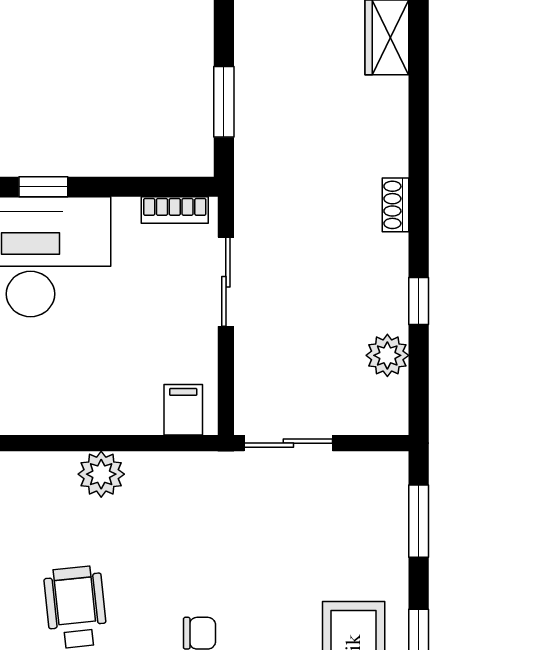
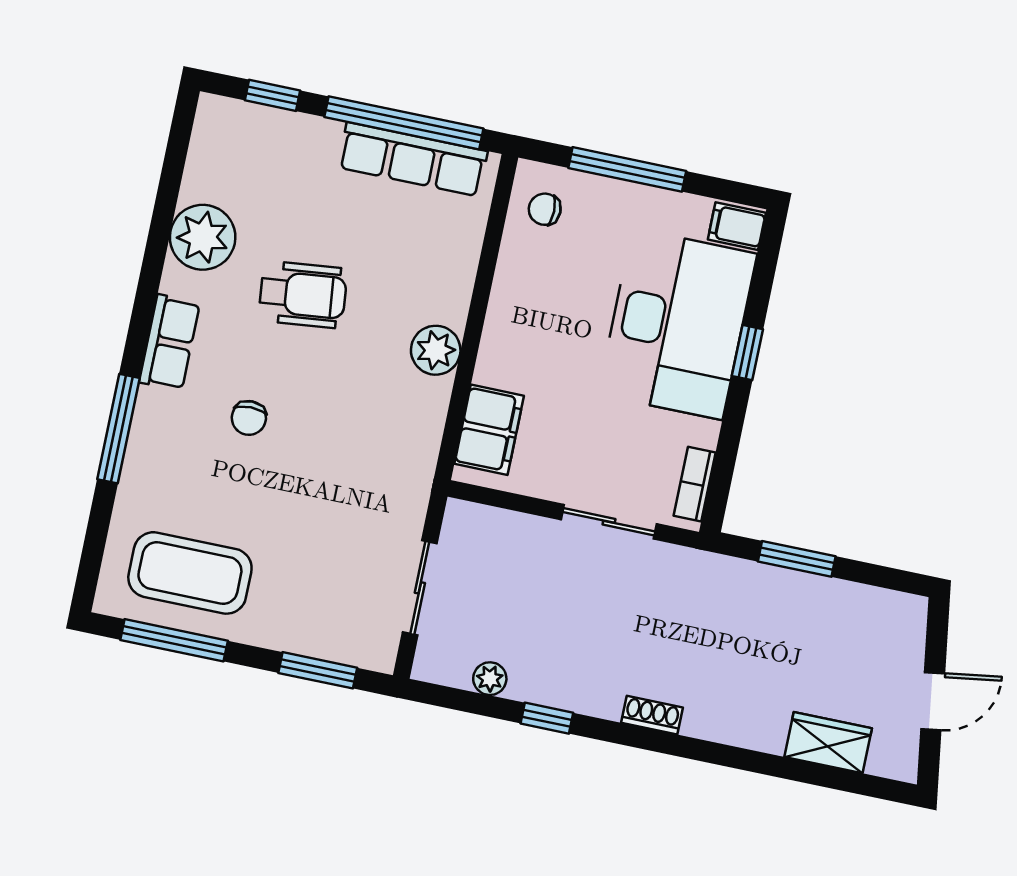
plant: (387, 355) -> (490, 679), width x0.73, depth x0.73
filing cabinet: (183, 410) -> (489, 430), width x2.00
sliding door: (288, 443) -> (420, 588), moved

